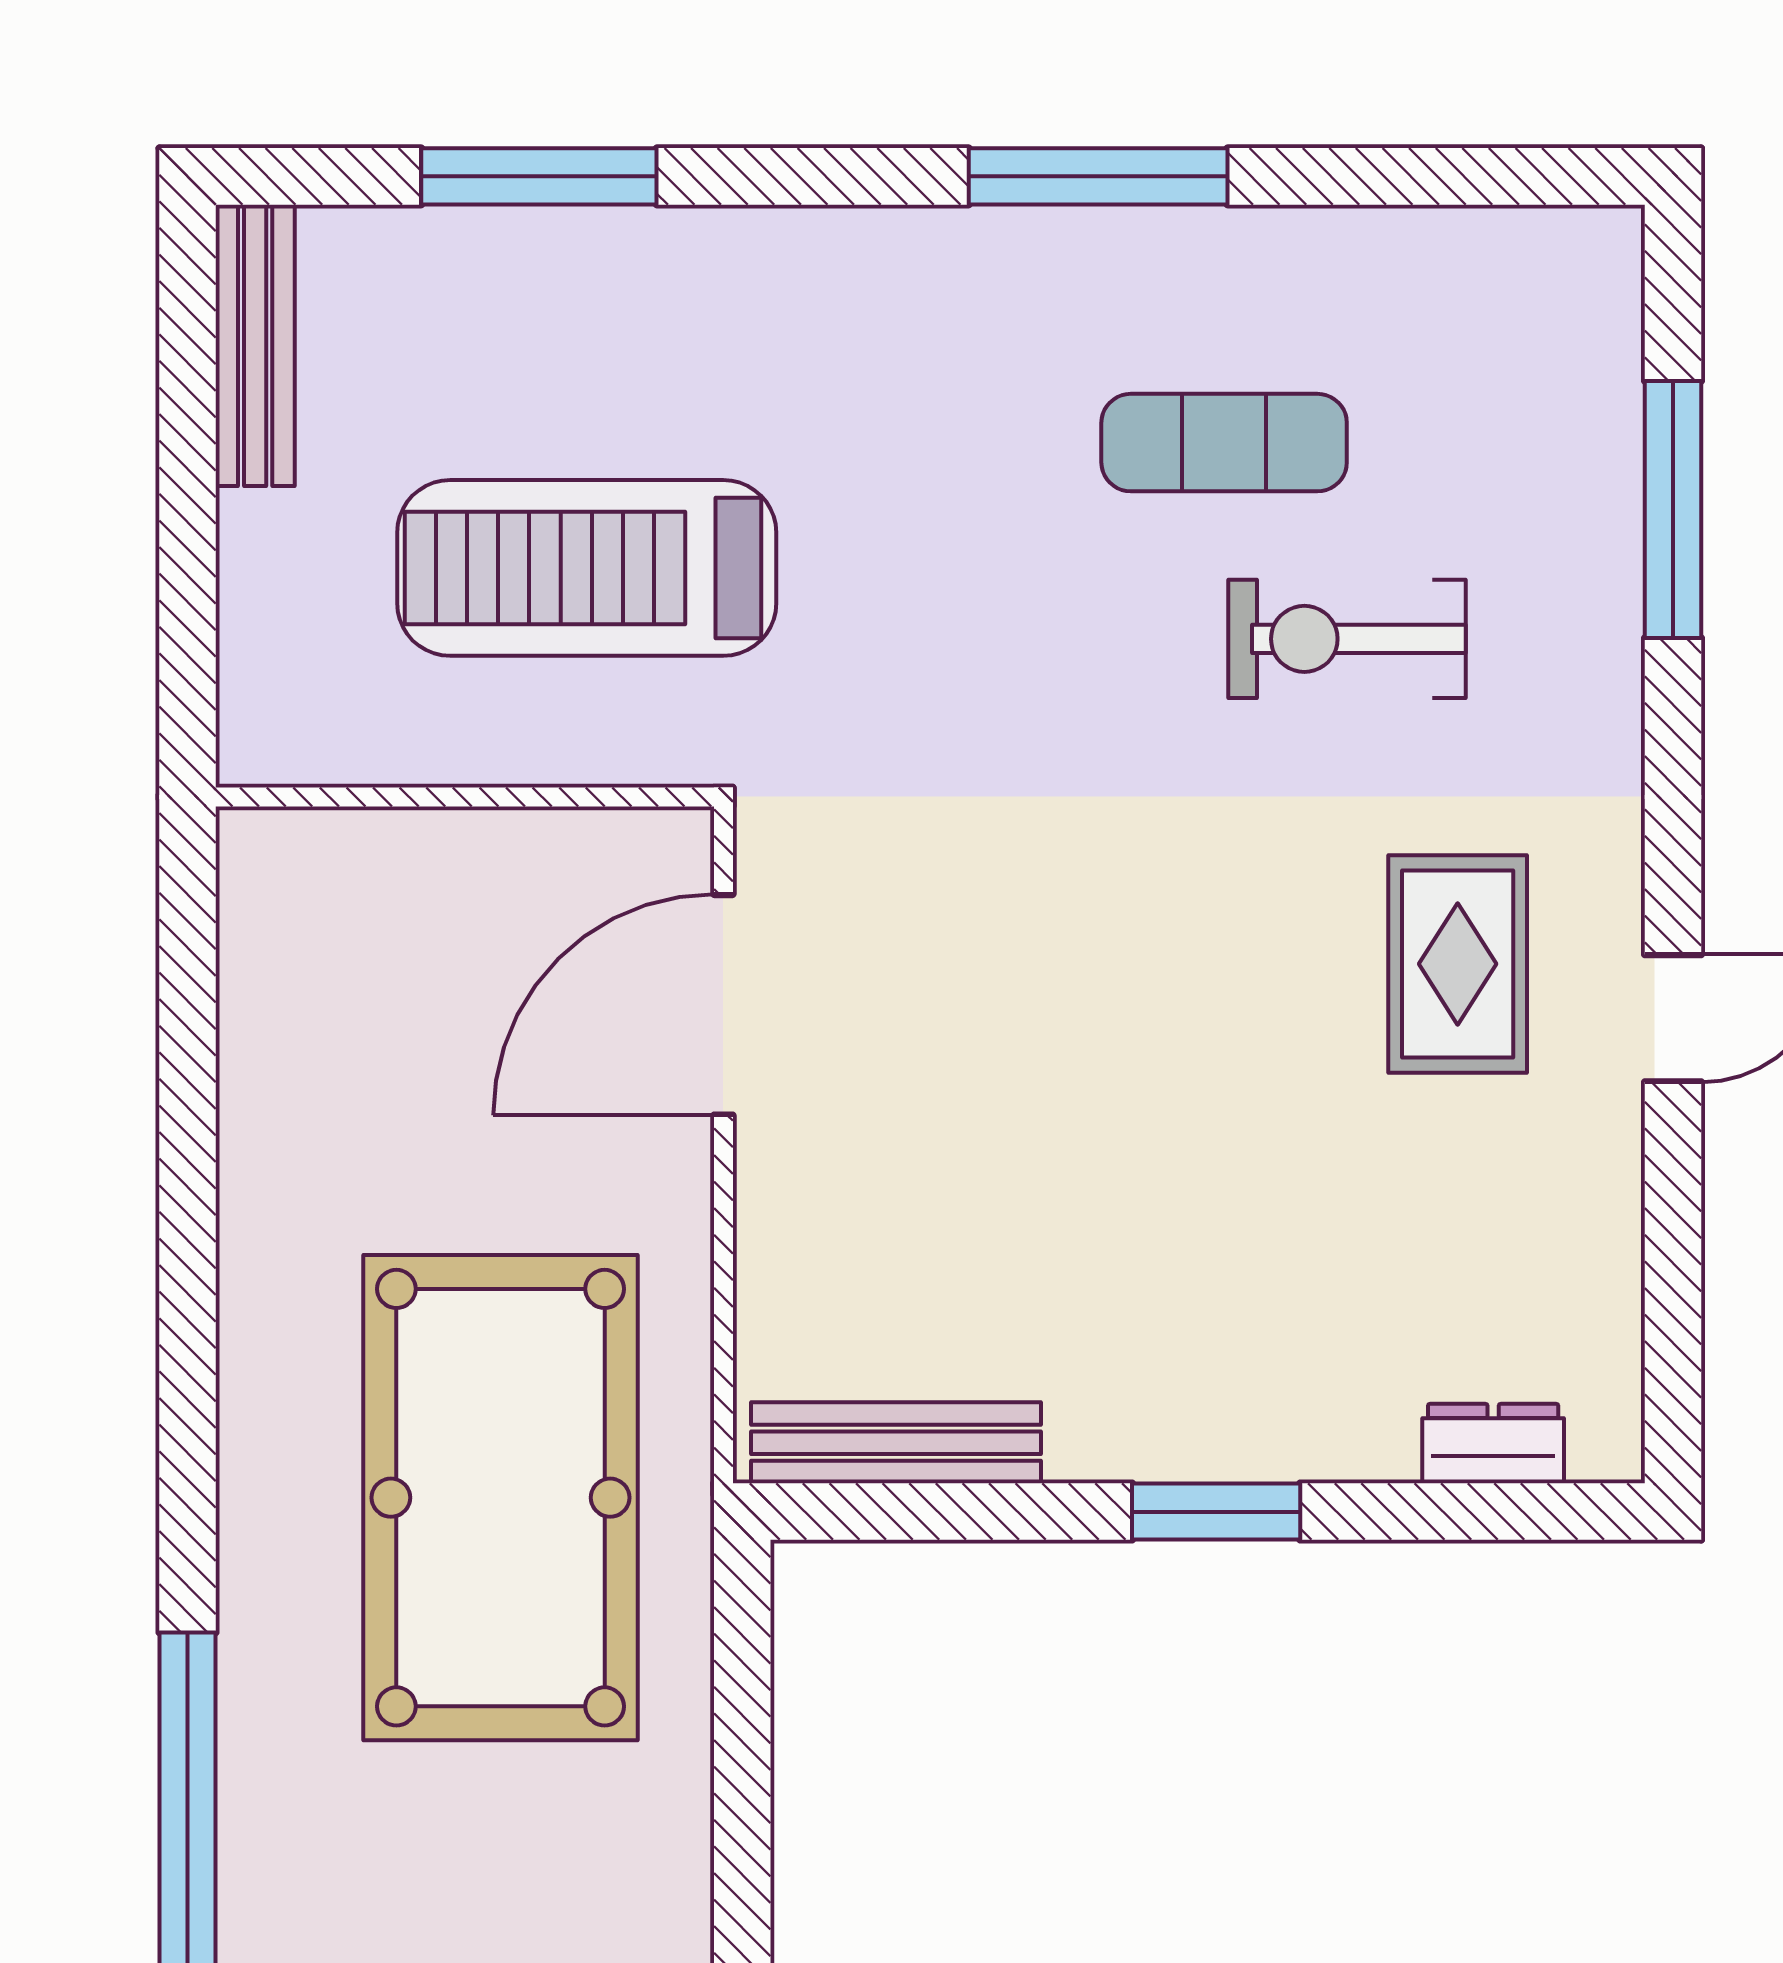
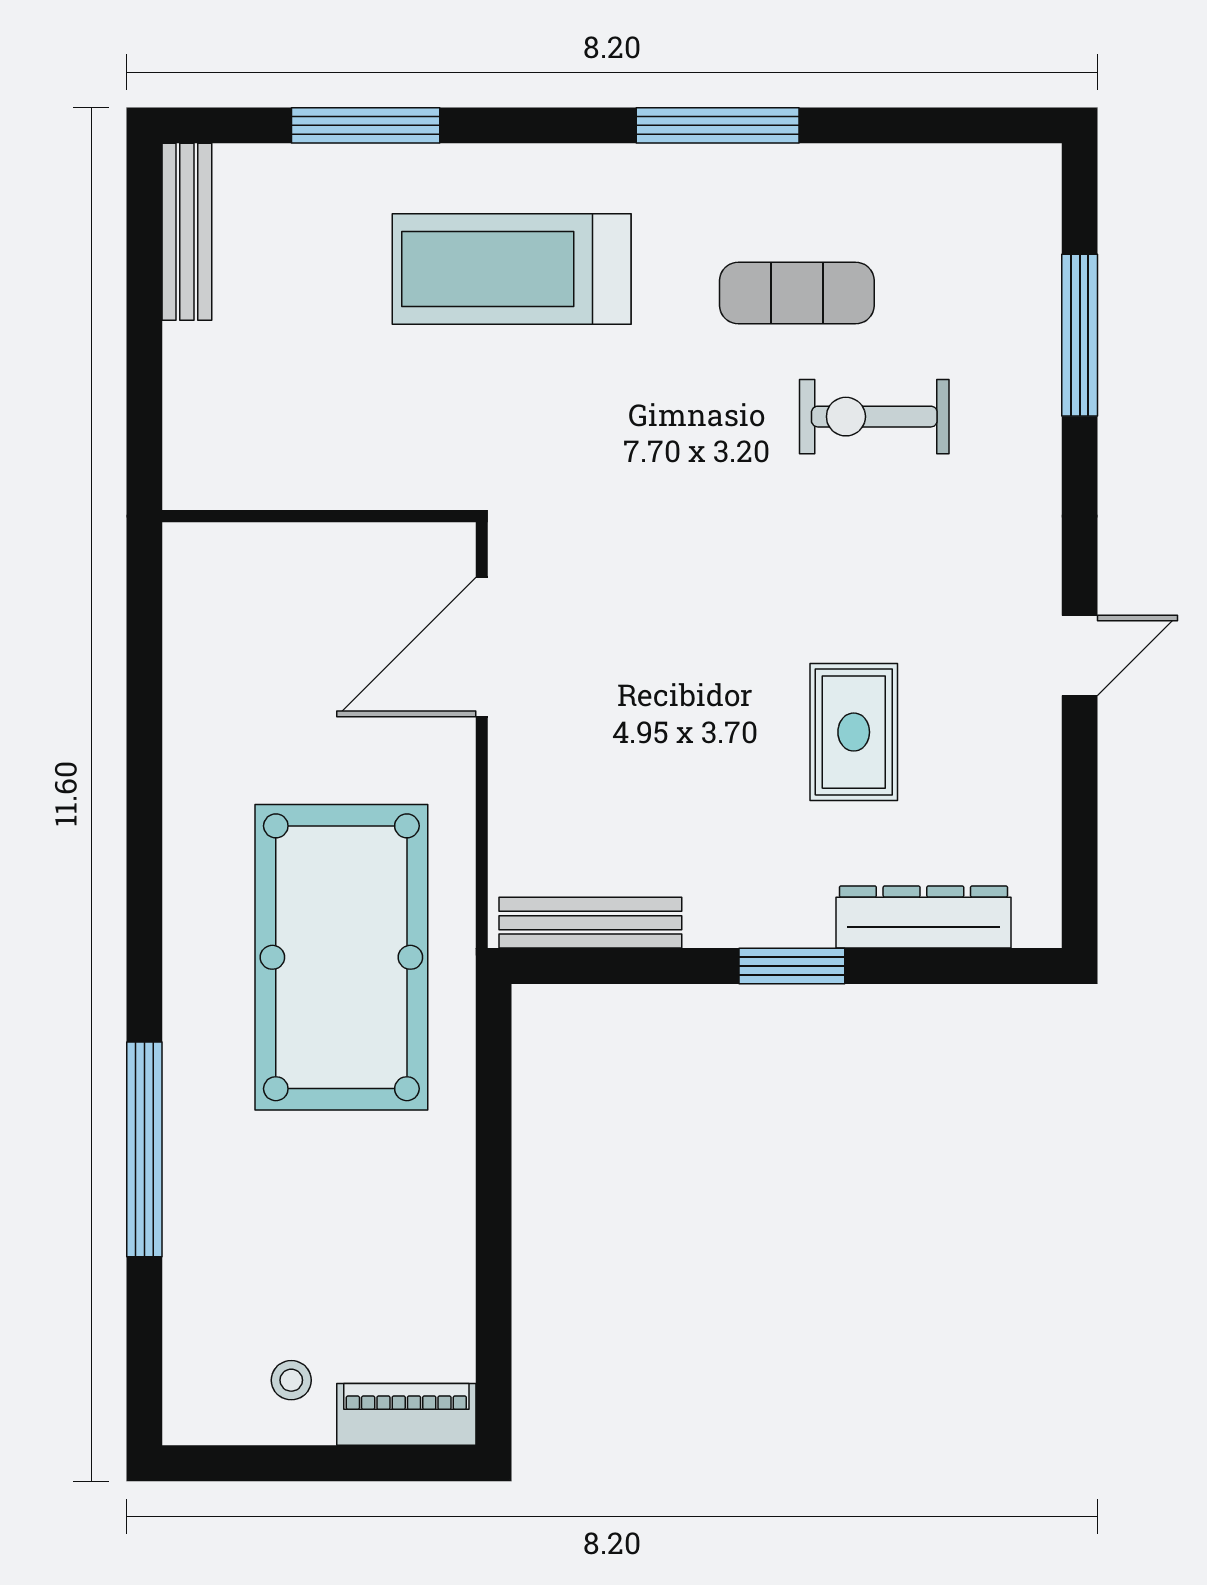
treadmill: (587, 568) -> (512, 269), moved
rug: (1458, 964) -> (854, 732), moved
dresser: (1493, 1444) -> (923, 917), width x1.96, depth x1.24

